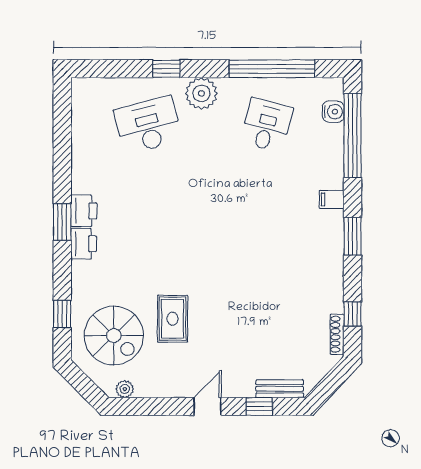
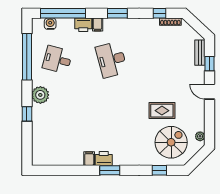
desk: (148, 125) -> (112, 60), moved
filing cabinet: (84, 184) -> (89, 159), added
printer: (84, 244) -> (83, 25), moved, turned 180

